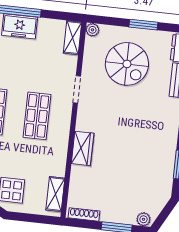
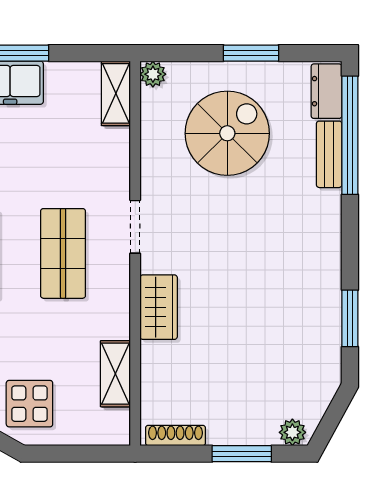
spiral stairs: (127, 64) -> (227, 133), turned -90
doorway: (77, 89) -> (135, 227), moved
shelving: (55, 194) -> (115, 374), moved

